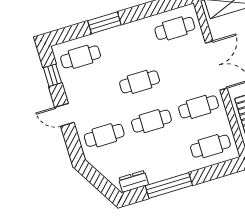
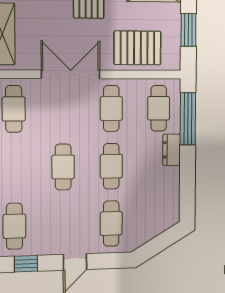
dresser: (134, 181) -> (172, 150), moved
window: (169, 186) -> (188, 119), moved

